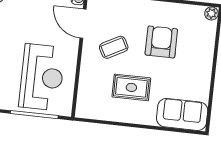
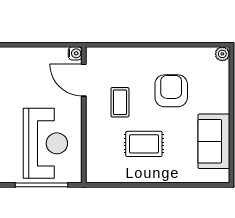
coffee table: (114, 47) -> (120, 102), turned -62
sofa: (182, 114) -> (214, 141), moved, turned -90

